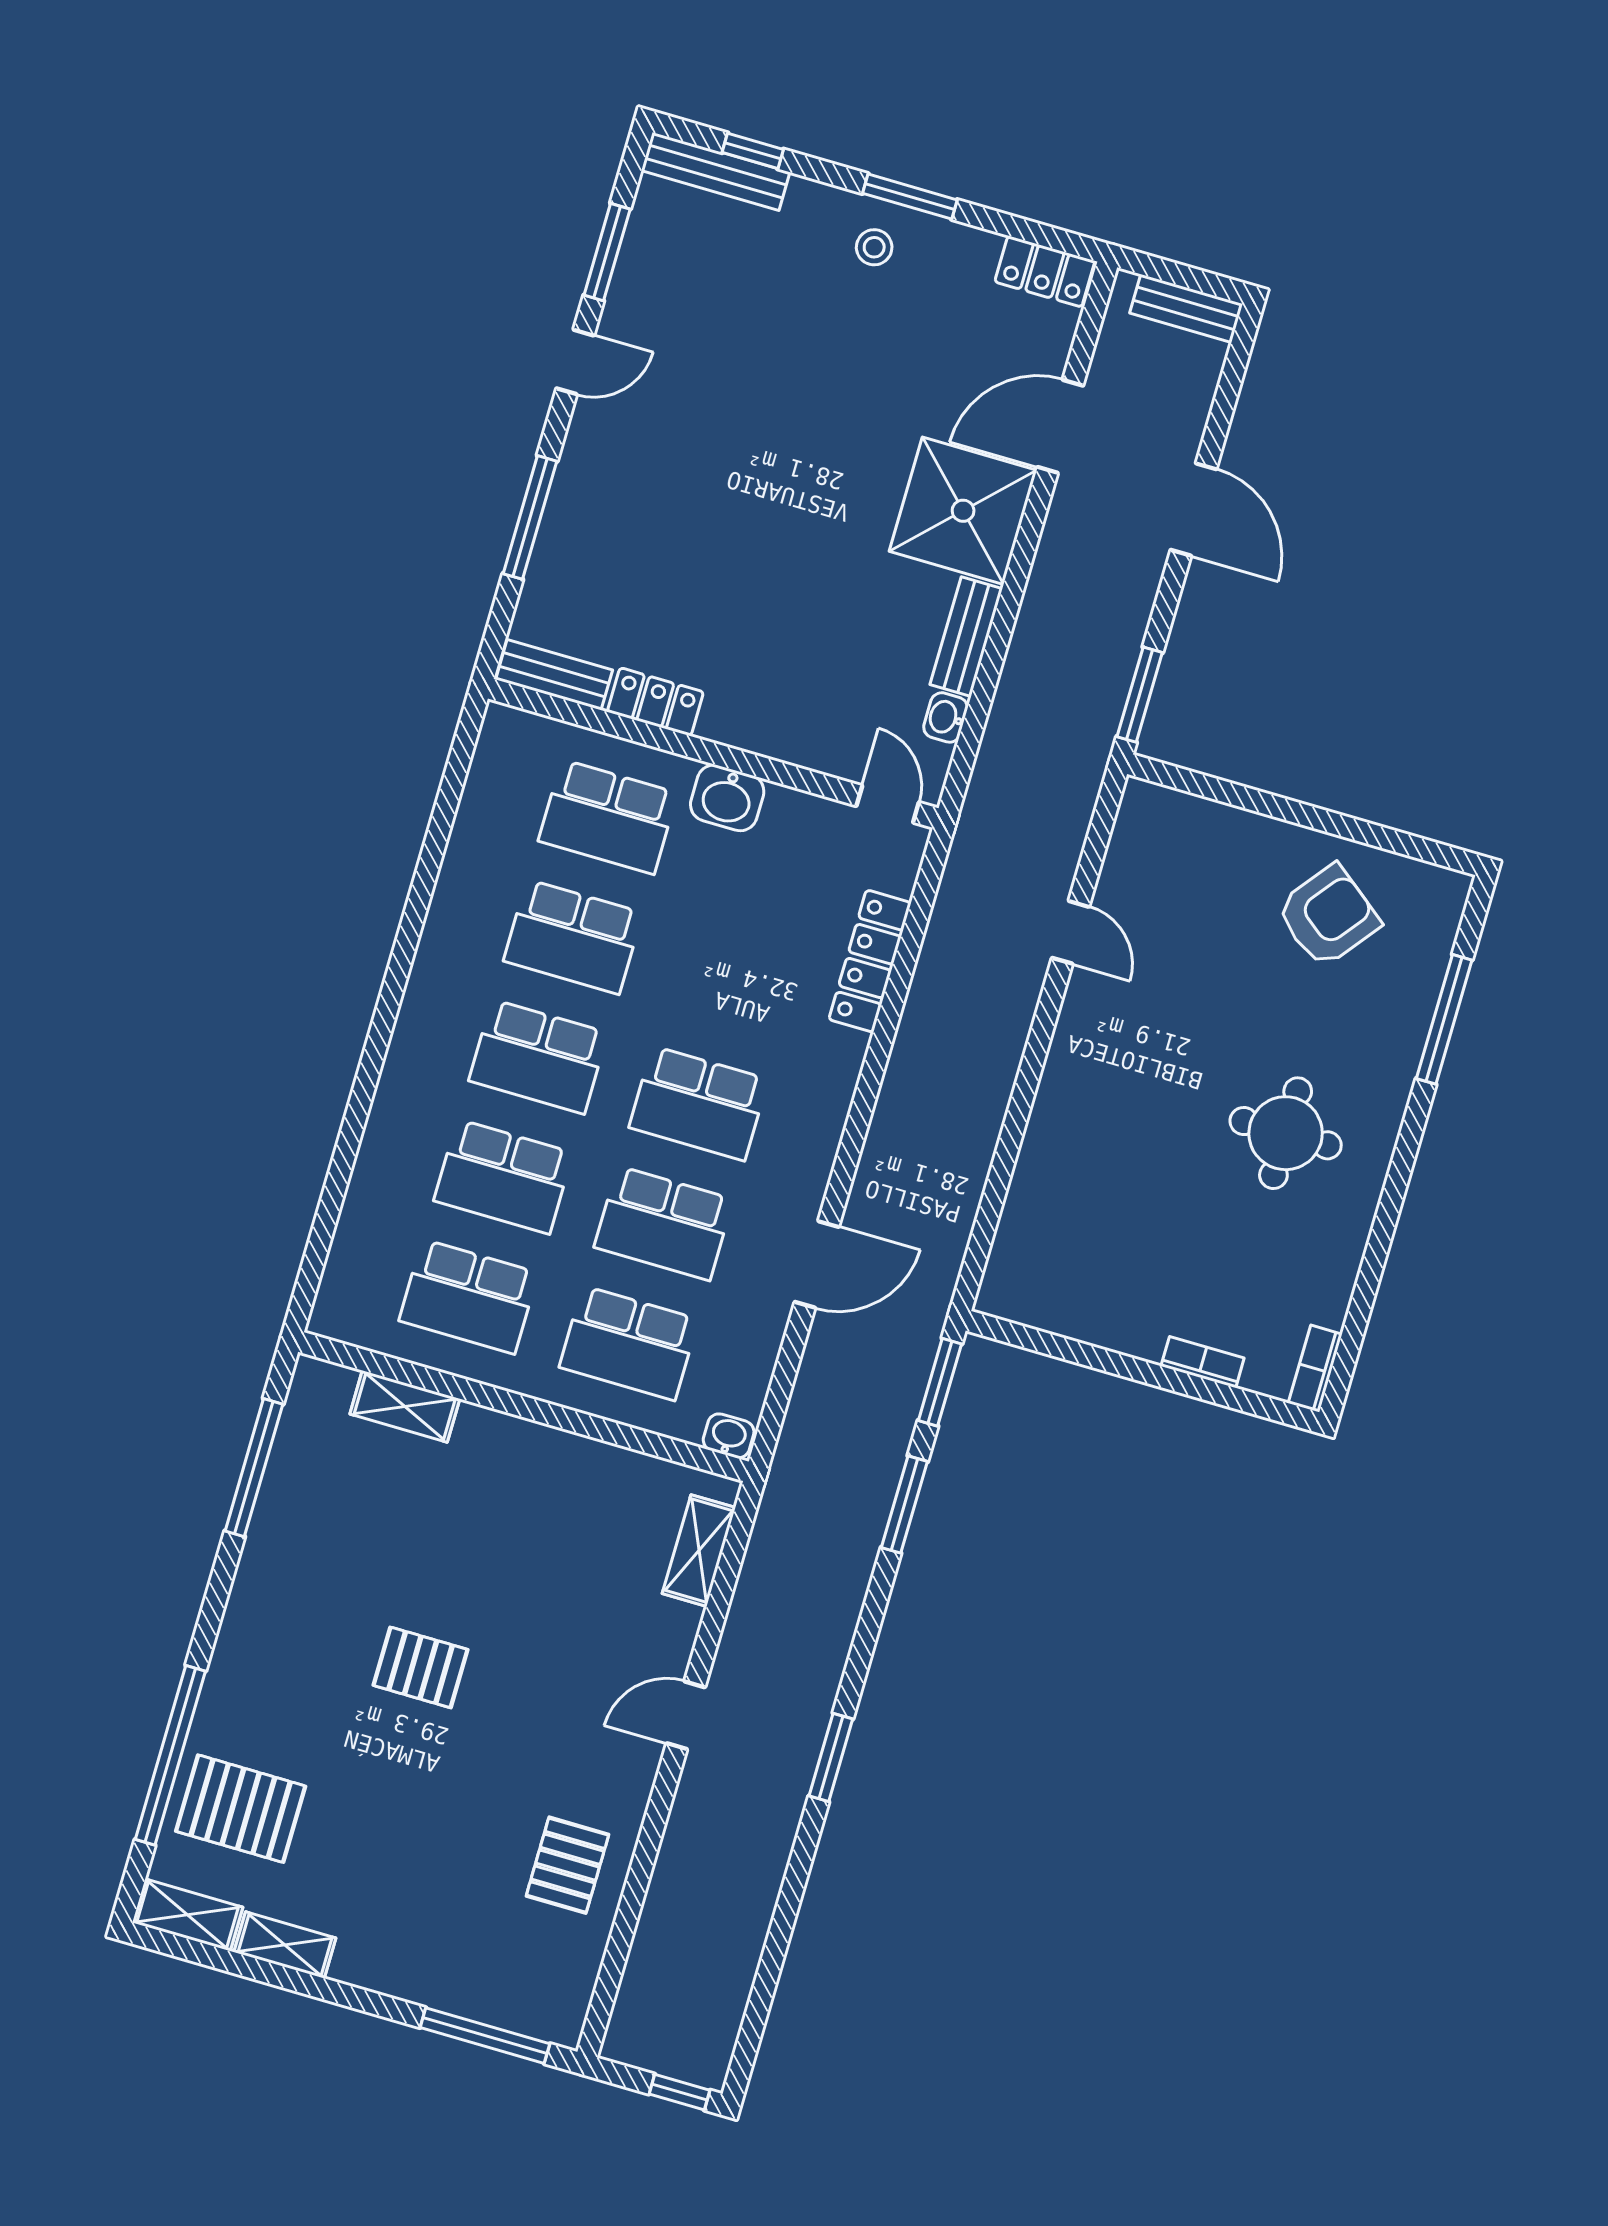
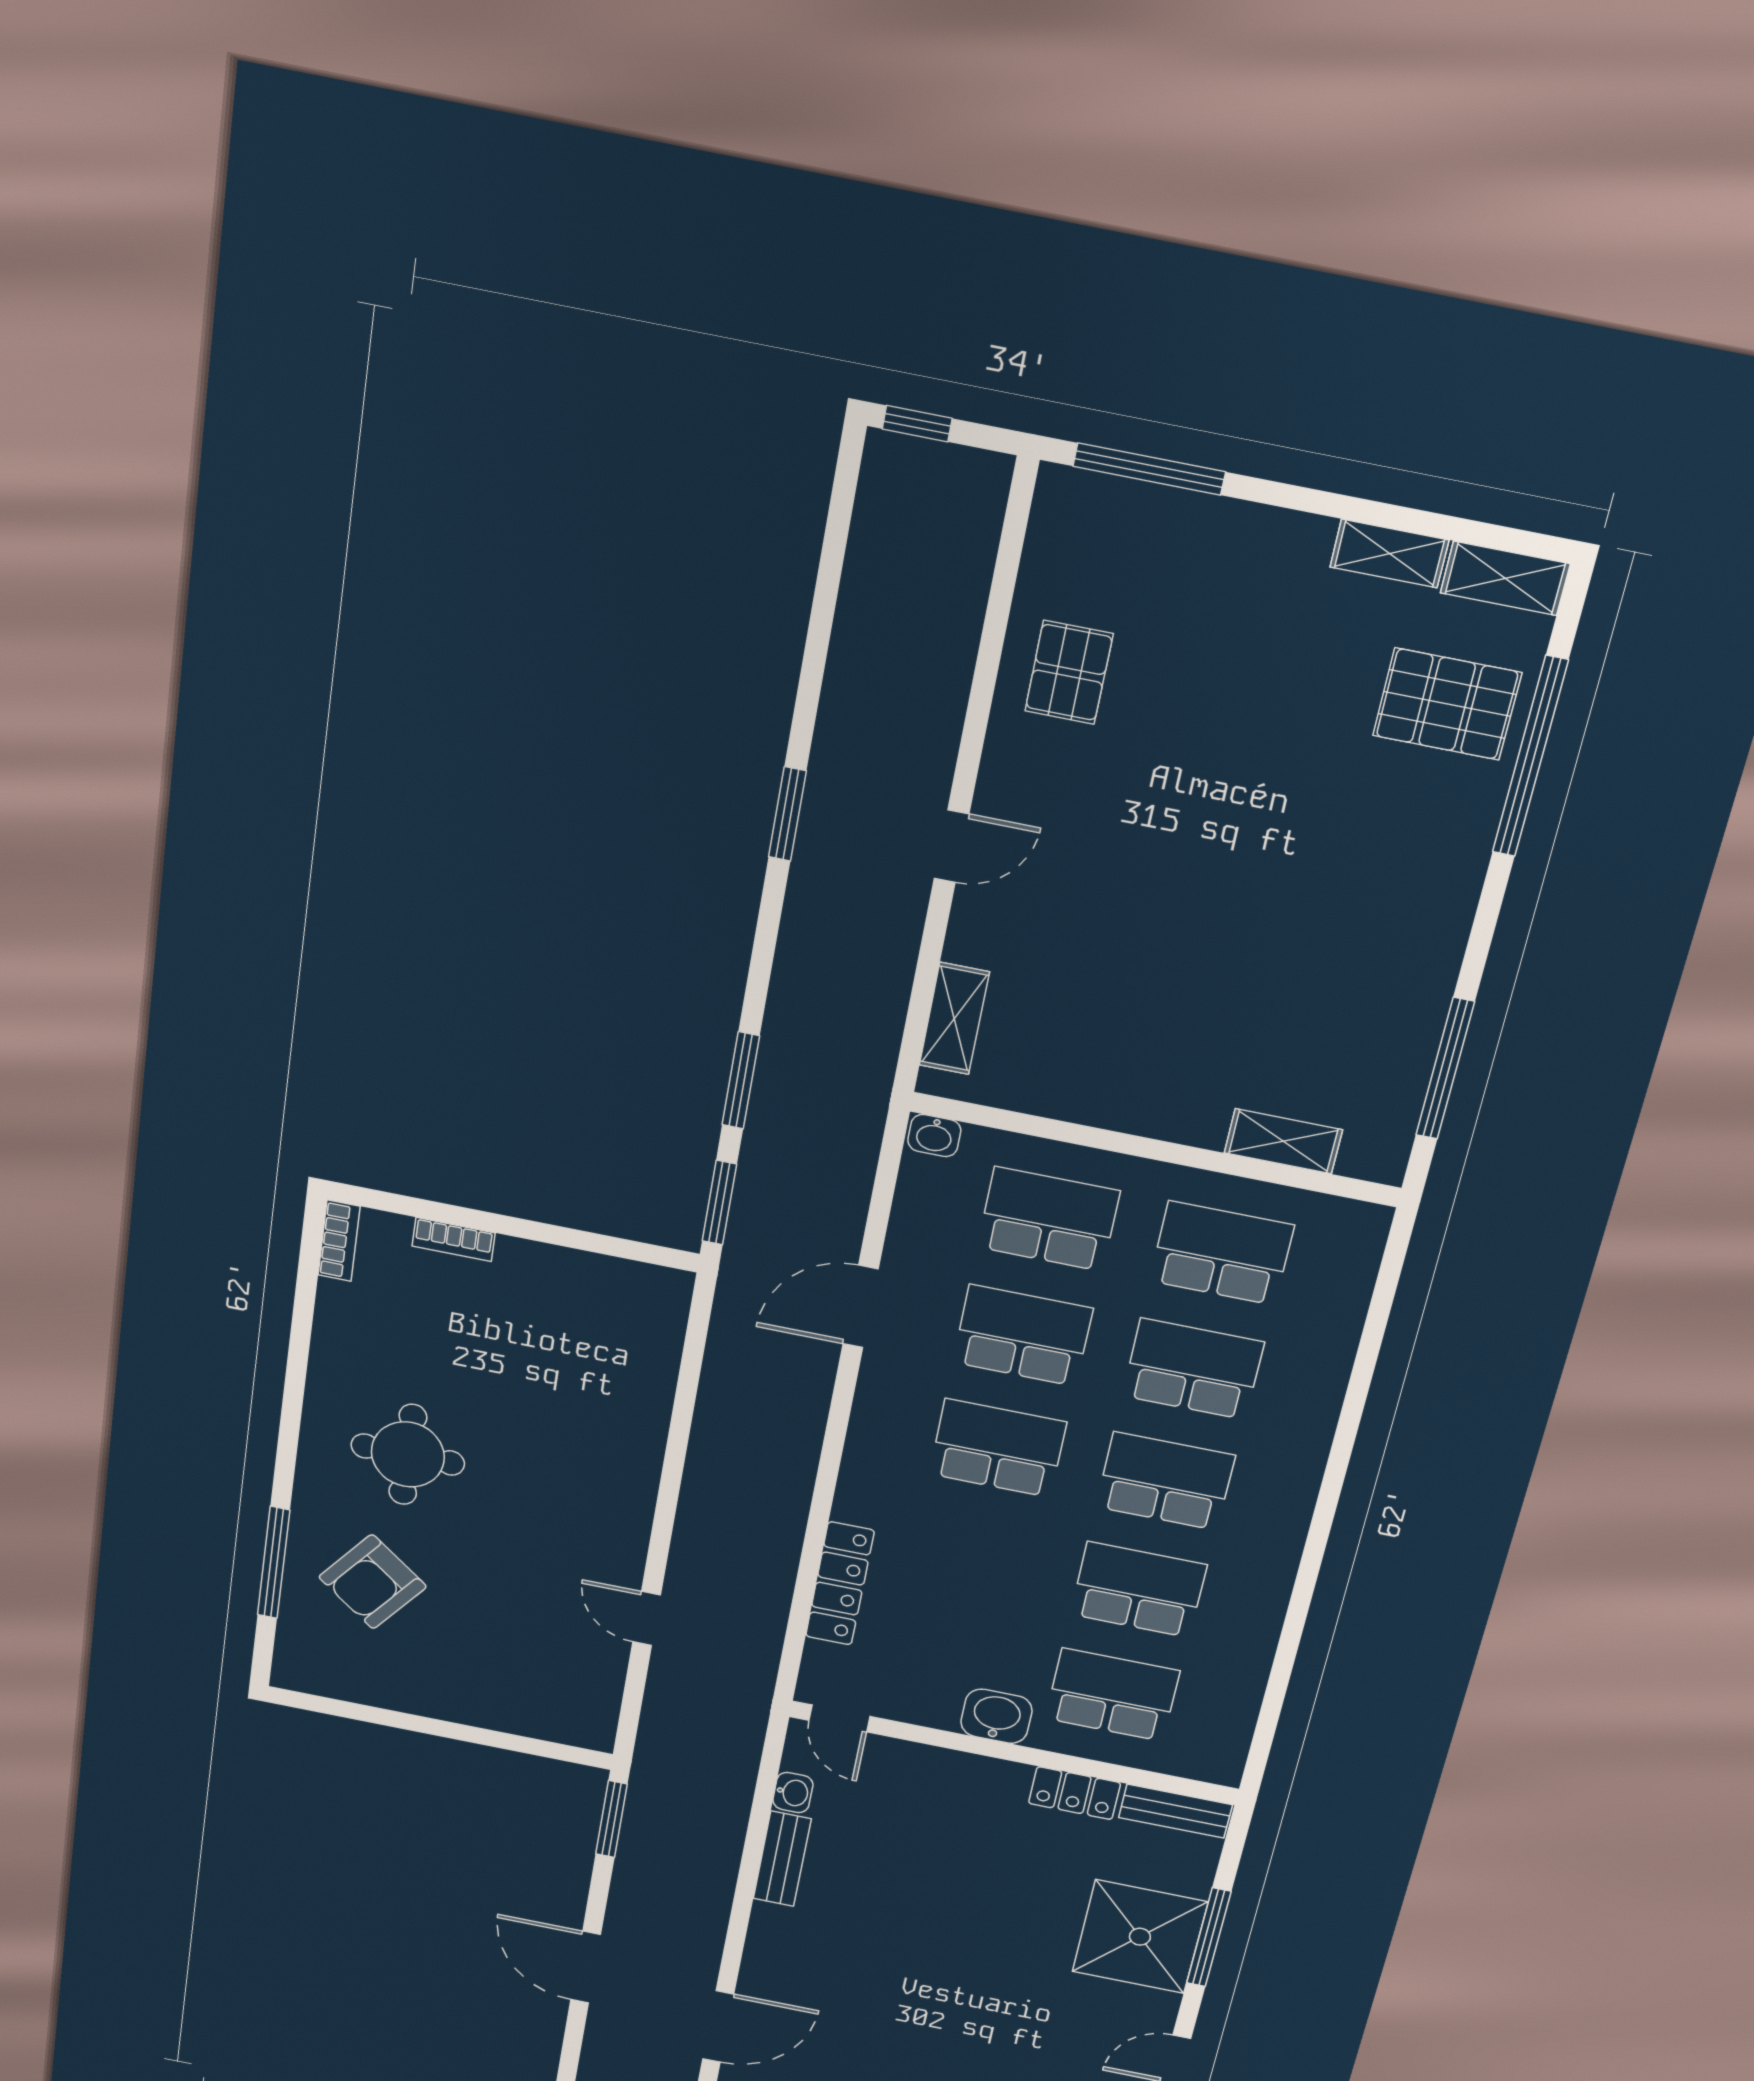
shower: (963, 511) -> (1140, 1937), moved
armchair: (1328, 916) -> (373, 1582), moved
pallet: (421, 1667) -> (1250, 874), removed

